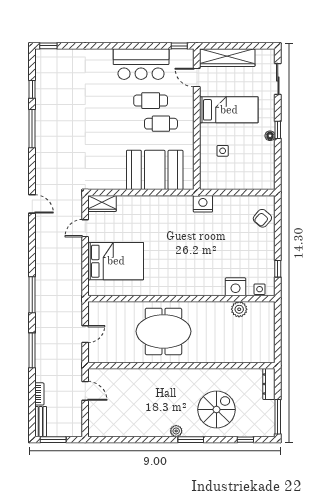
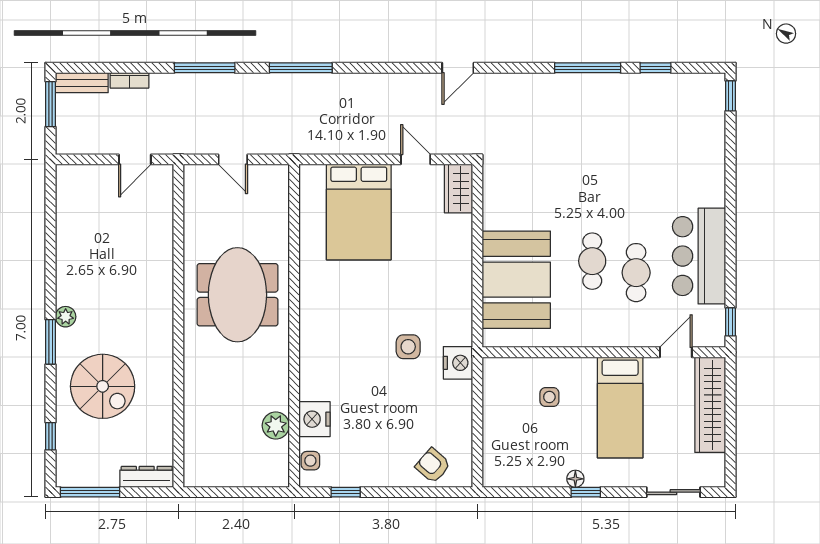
cafe table: (161, 124) -> (592, 261), moved
side table: (194, 233) -> (408, 347), added

